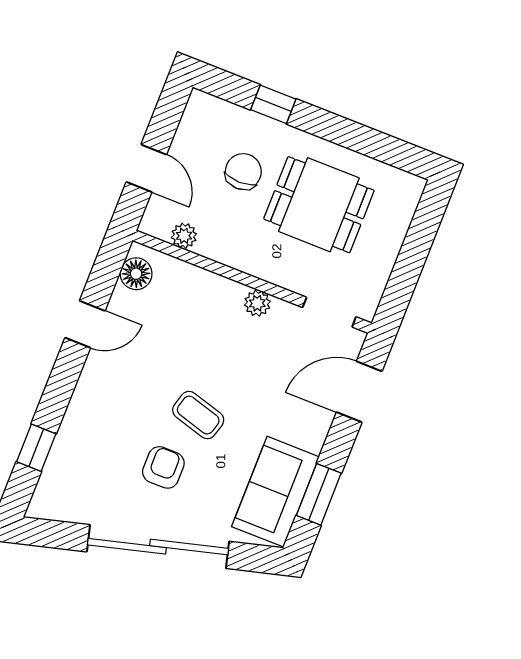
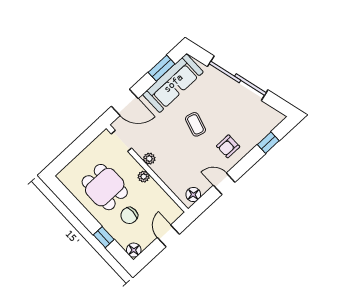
floor lamp: (202, 107) -> (134, 250), added
plant: (184, 236) -> (144, 177), moved
armchair: (163, 467) -> (228, 146), moved
sofa: (275, 492) -> (173, 83), width x1.36

